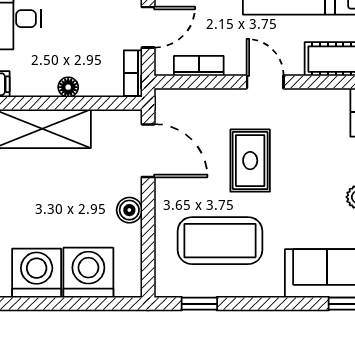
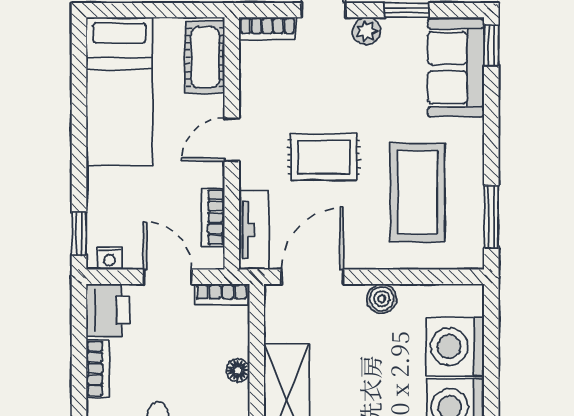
tv unit: (188, 101) -> (254, 230), added
window: (199, 304) -> (491, 217), width x1.50

